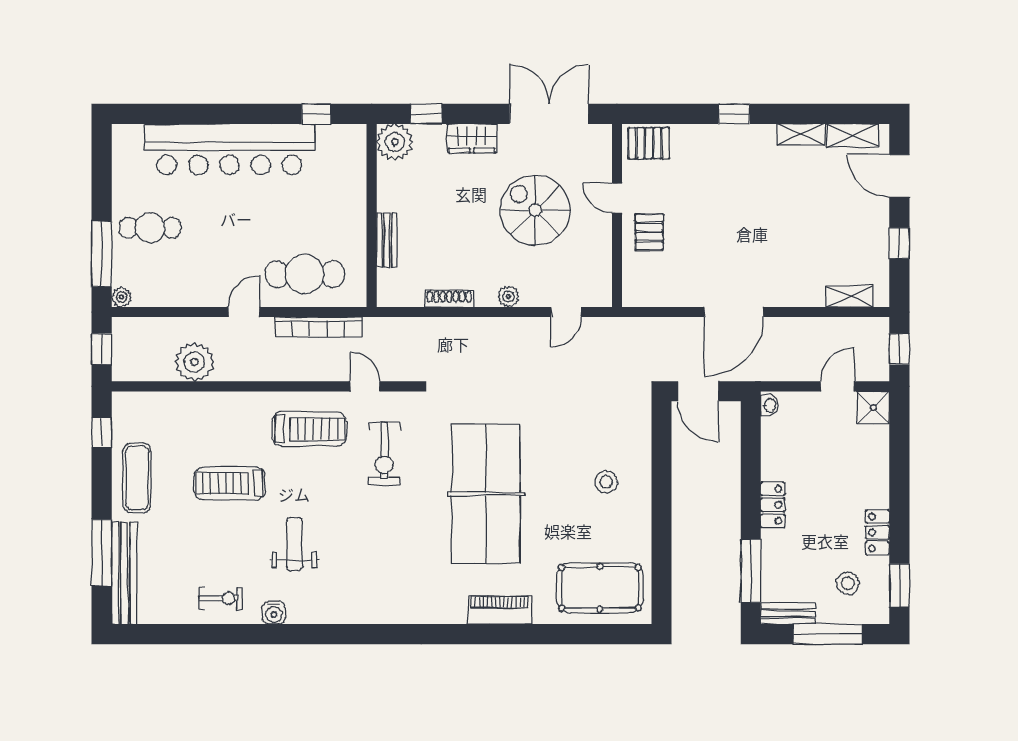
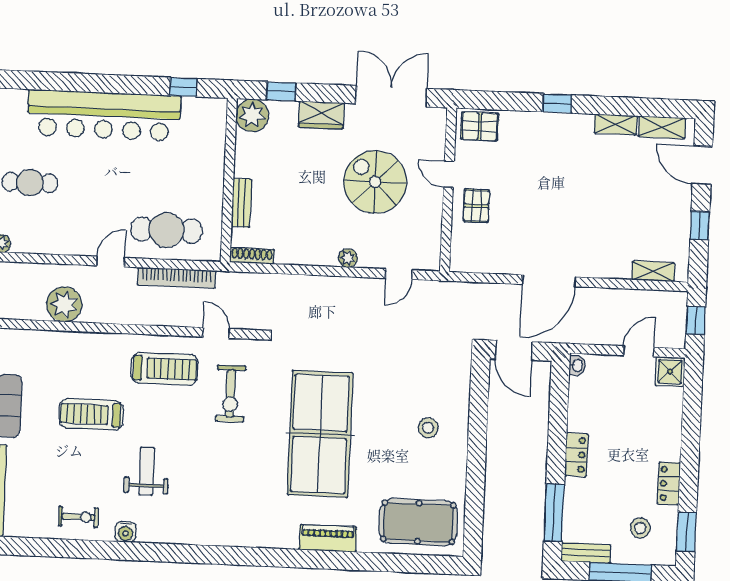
shoe rack: (449, 299) -> (252, 256), moved

